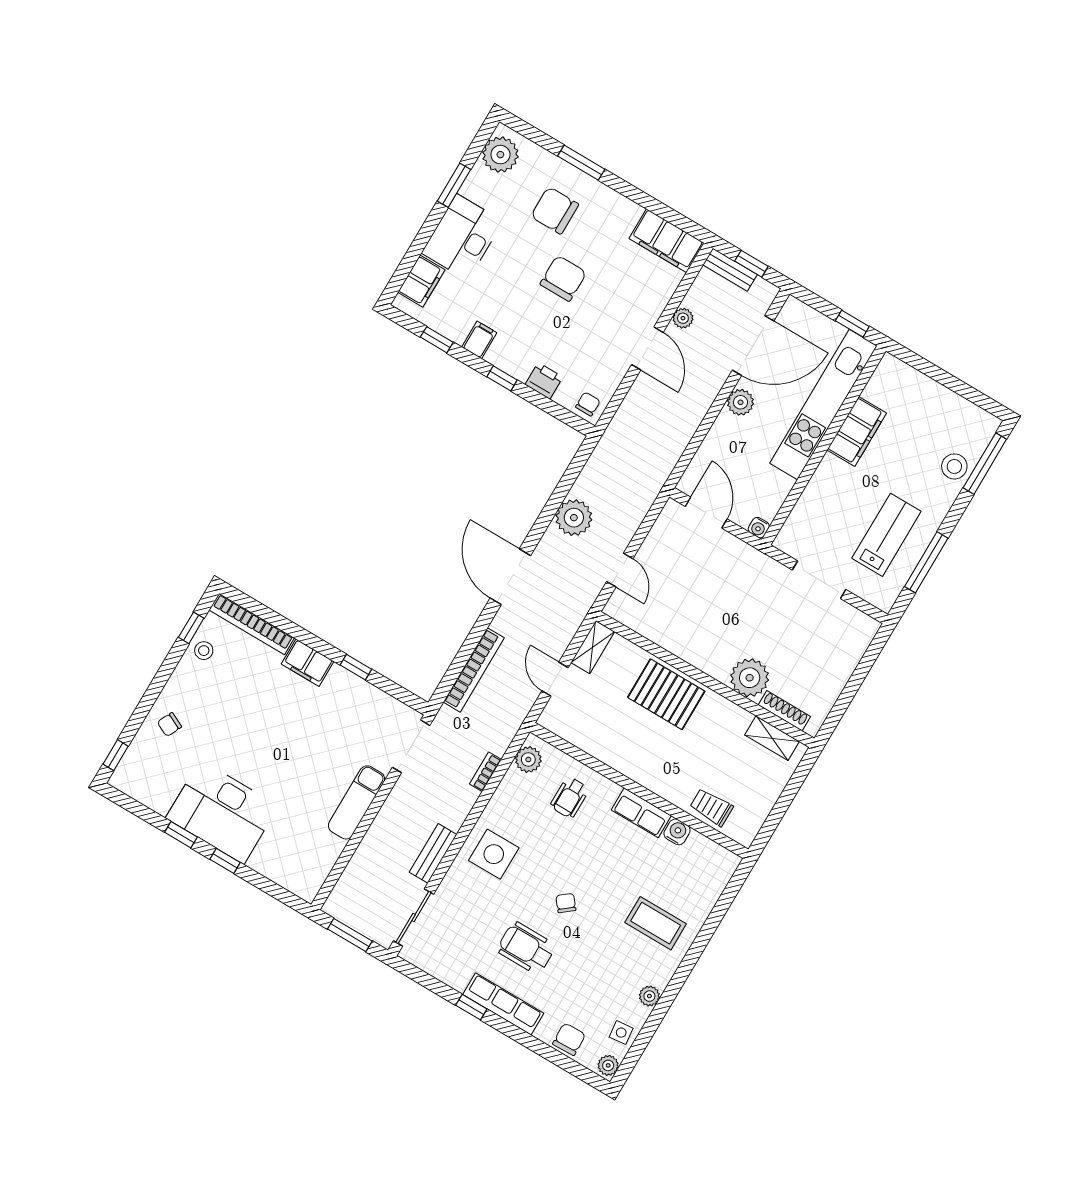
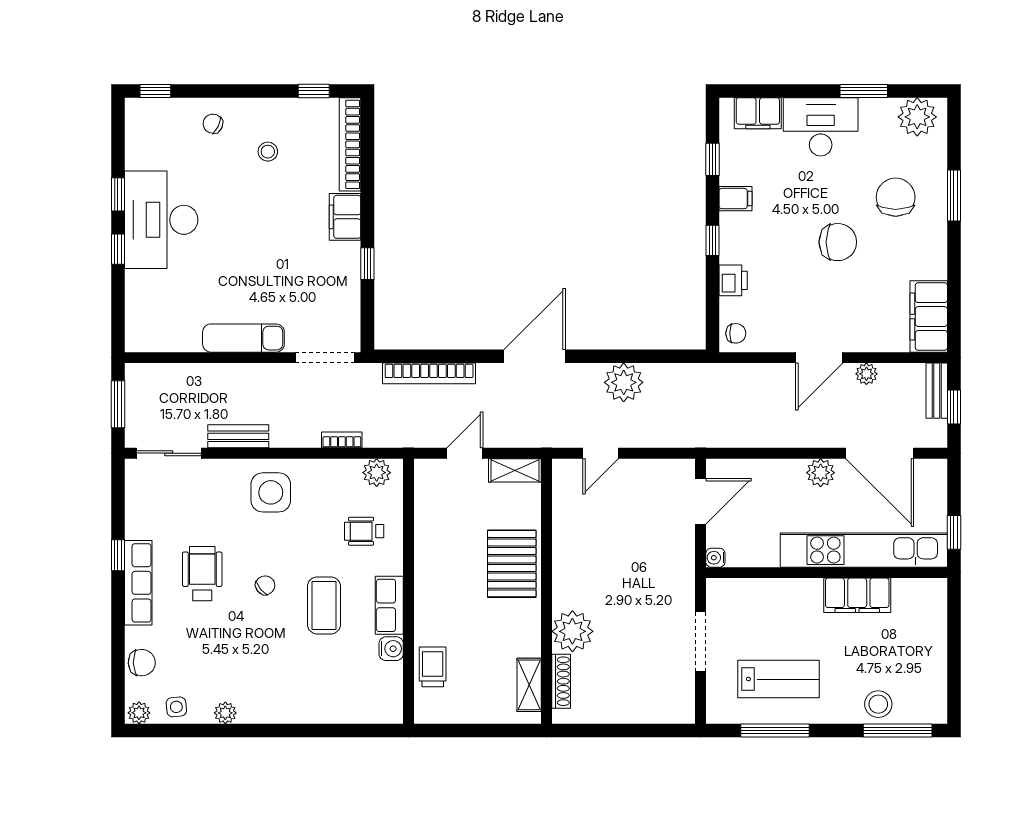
stool: (204, 651) -> (268, 152), moved
coffee table: (656, 923) -> (324, 605), moved

